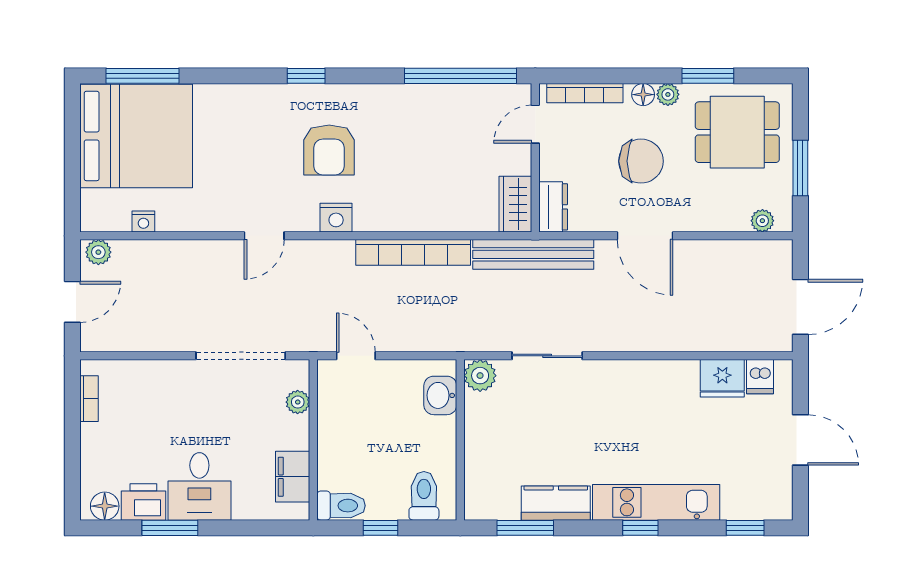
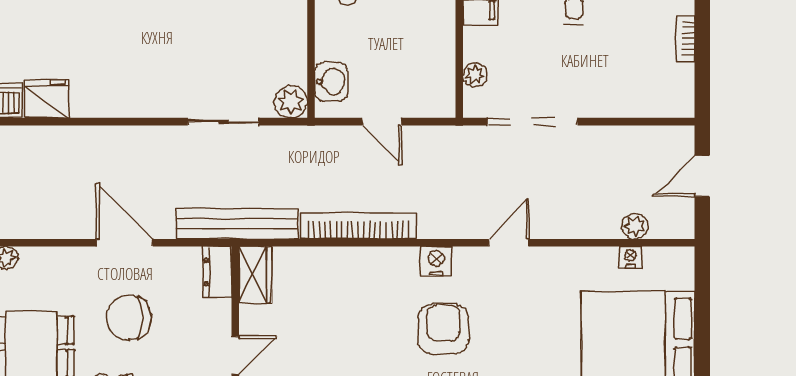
plant: (98, 252) -> (635, 226), moved
door: (356, 356) -> (382, 122), moved
bookcase: (89, 399) -> (685, 39), moved

